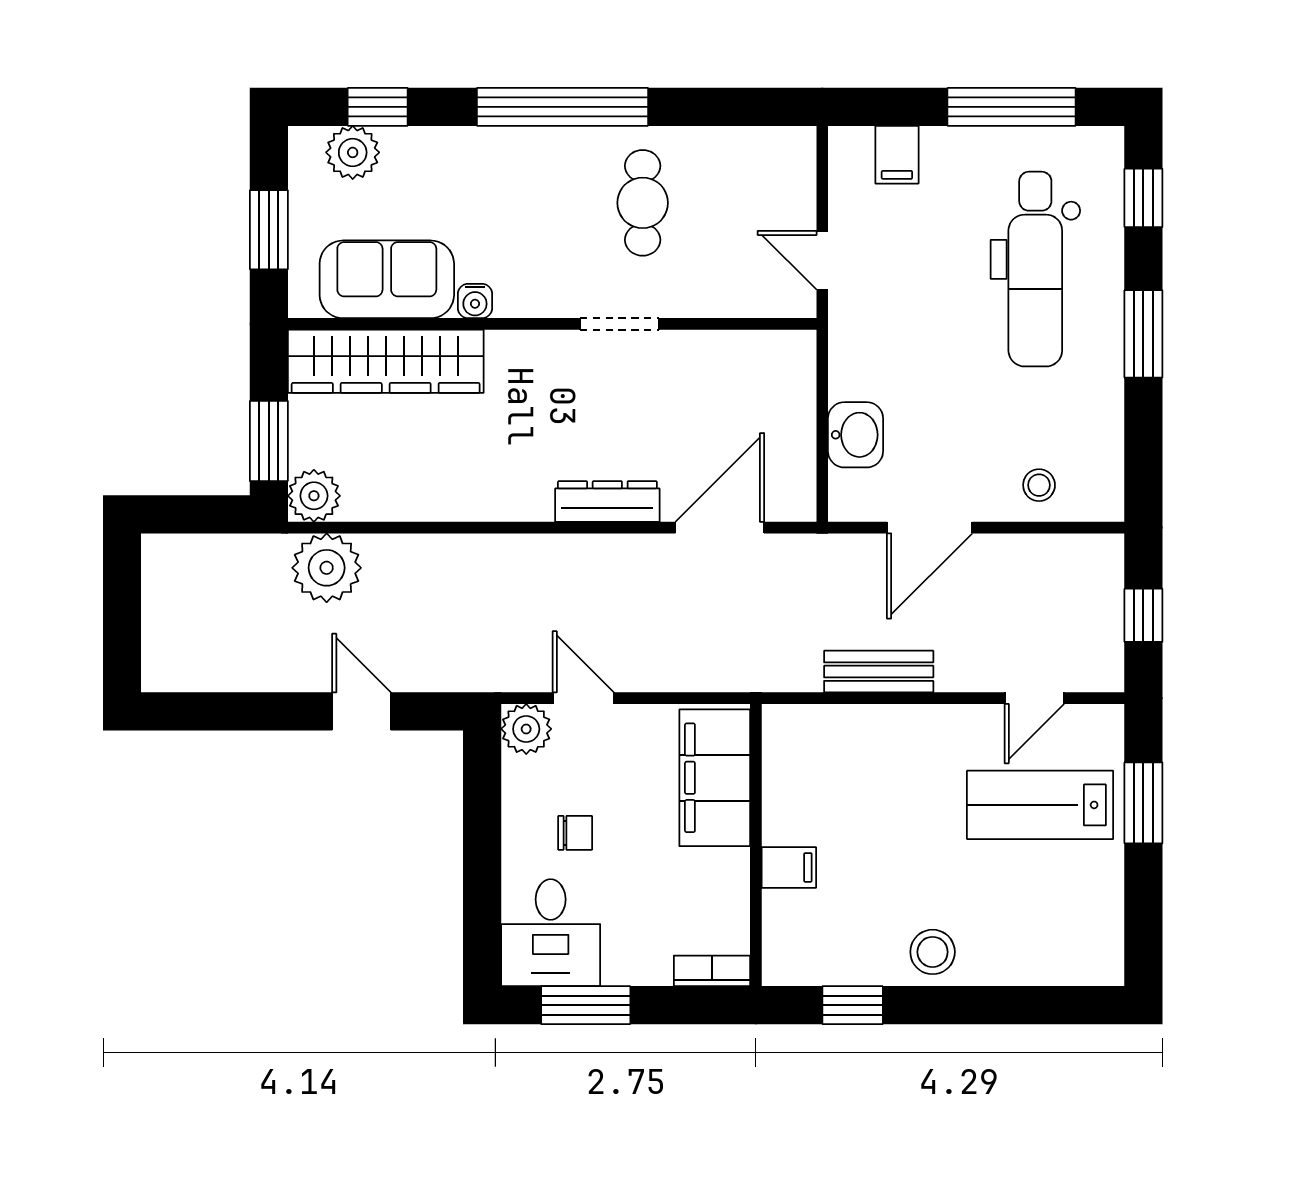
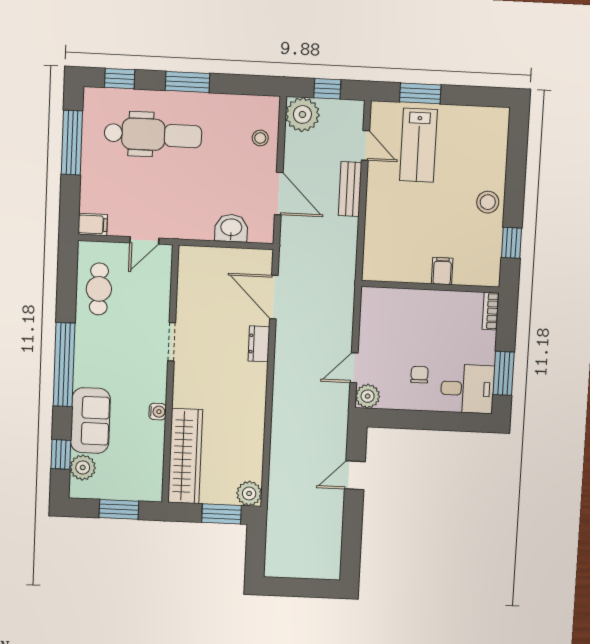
filing cabinet: (897, 155) -> (93, 224), moved
cafe table: (643, 203) -> (99, 289), moved, turned 90
sofa: (387, 279) -> (90, 421), moved, turned 180
dresser: (607, 501) -> (259, 344), width x0.70
plant: (327, 568) -> (302, 114), moved
bench: (879, 672) -> (350, 189), moved
filing cabinet: (715, 778) -> (396, 305), removed

